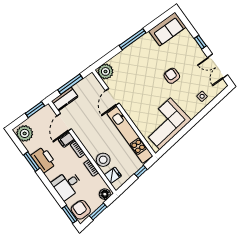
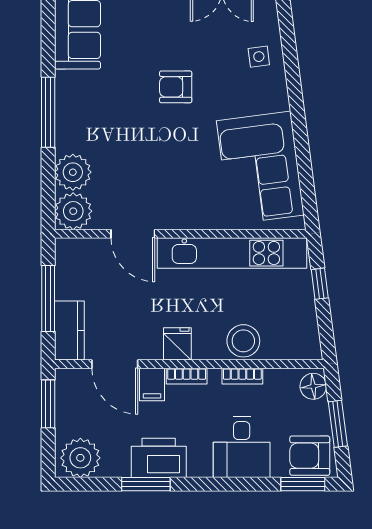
plant: (118, 62) -> (73, 172), added
fridge: (113, 175) -> (177, 344), moved

